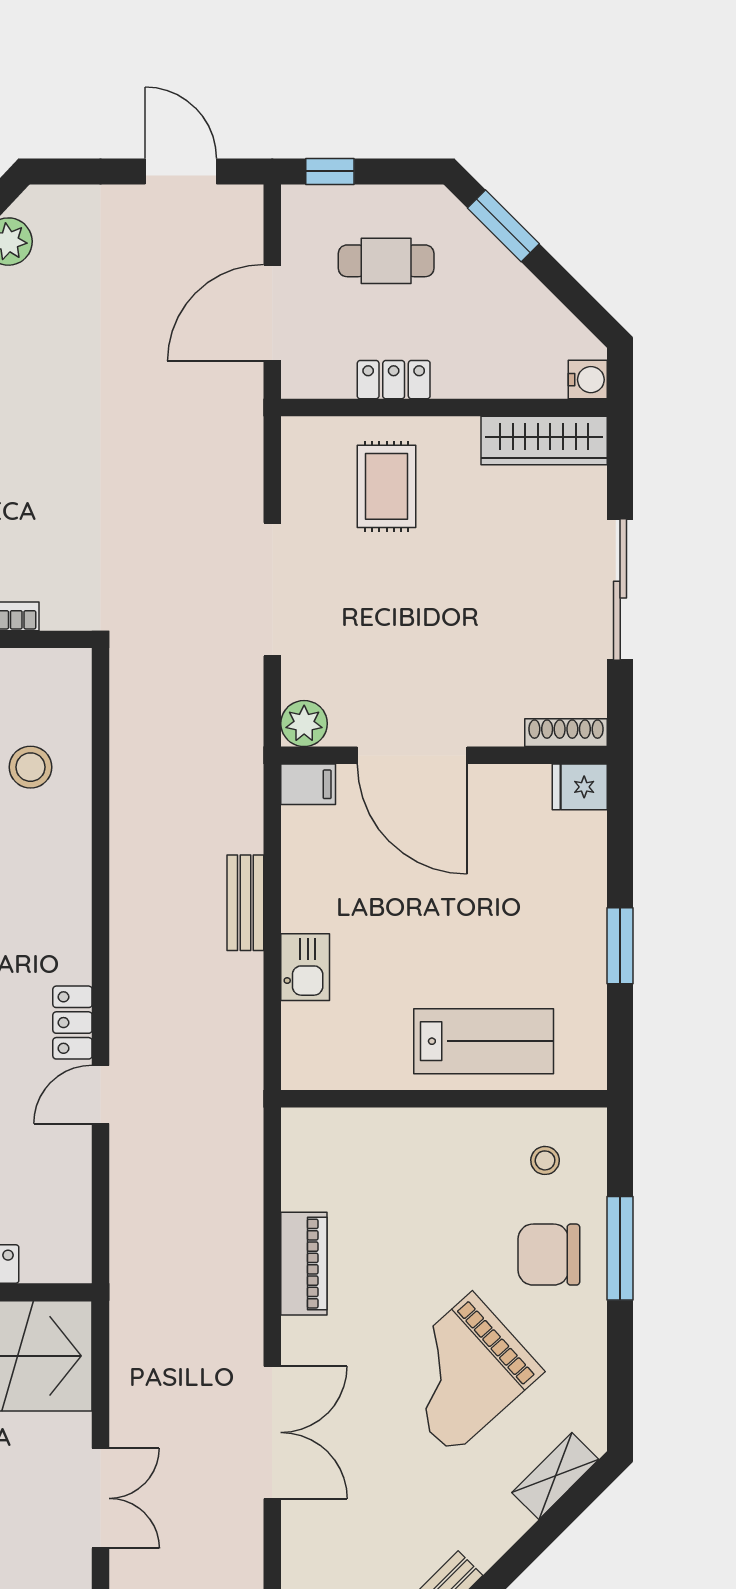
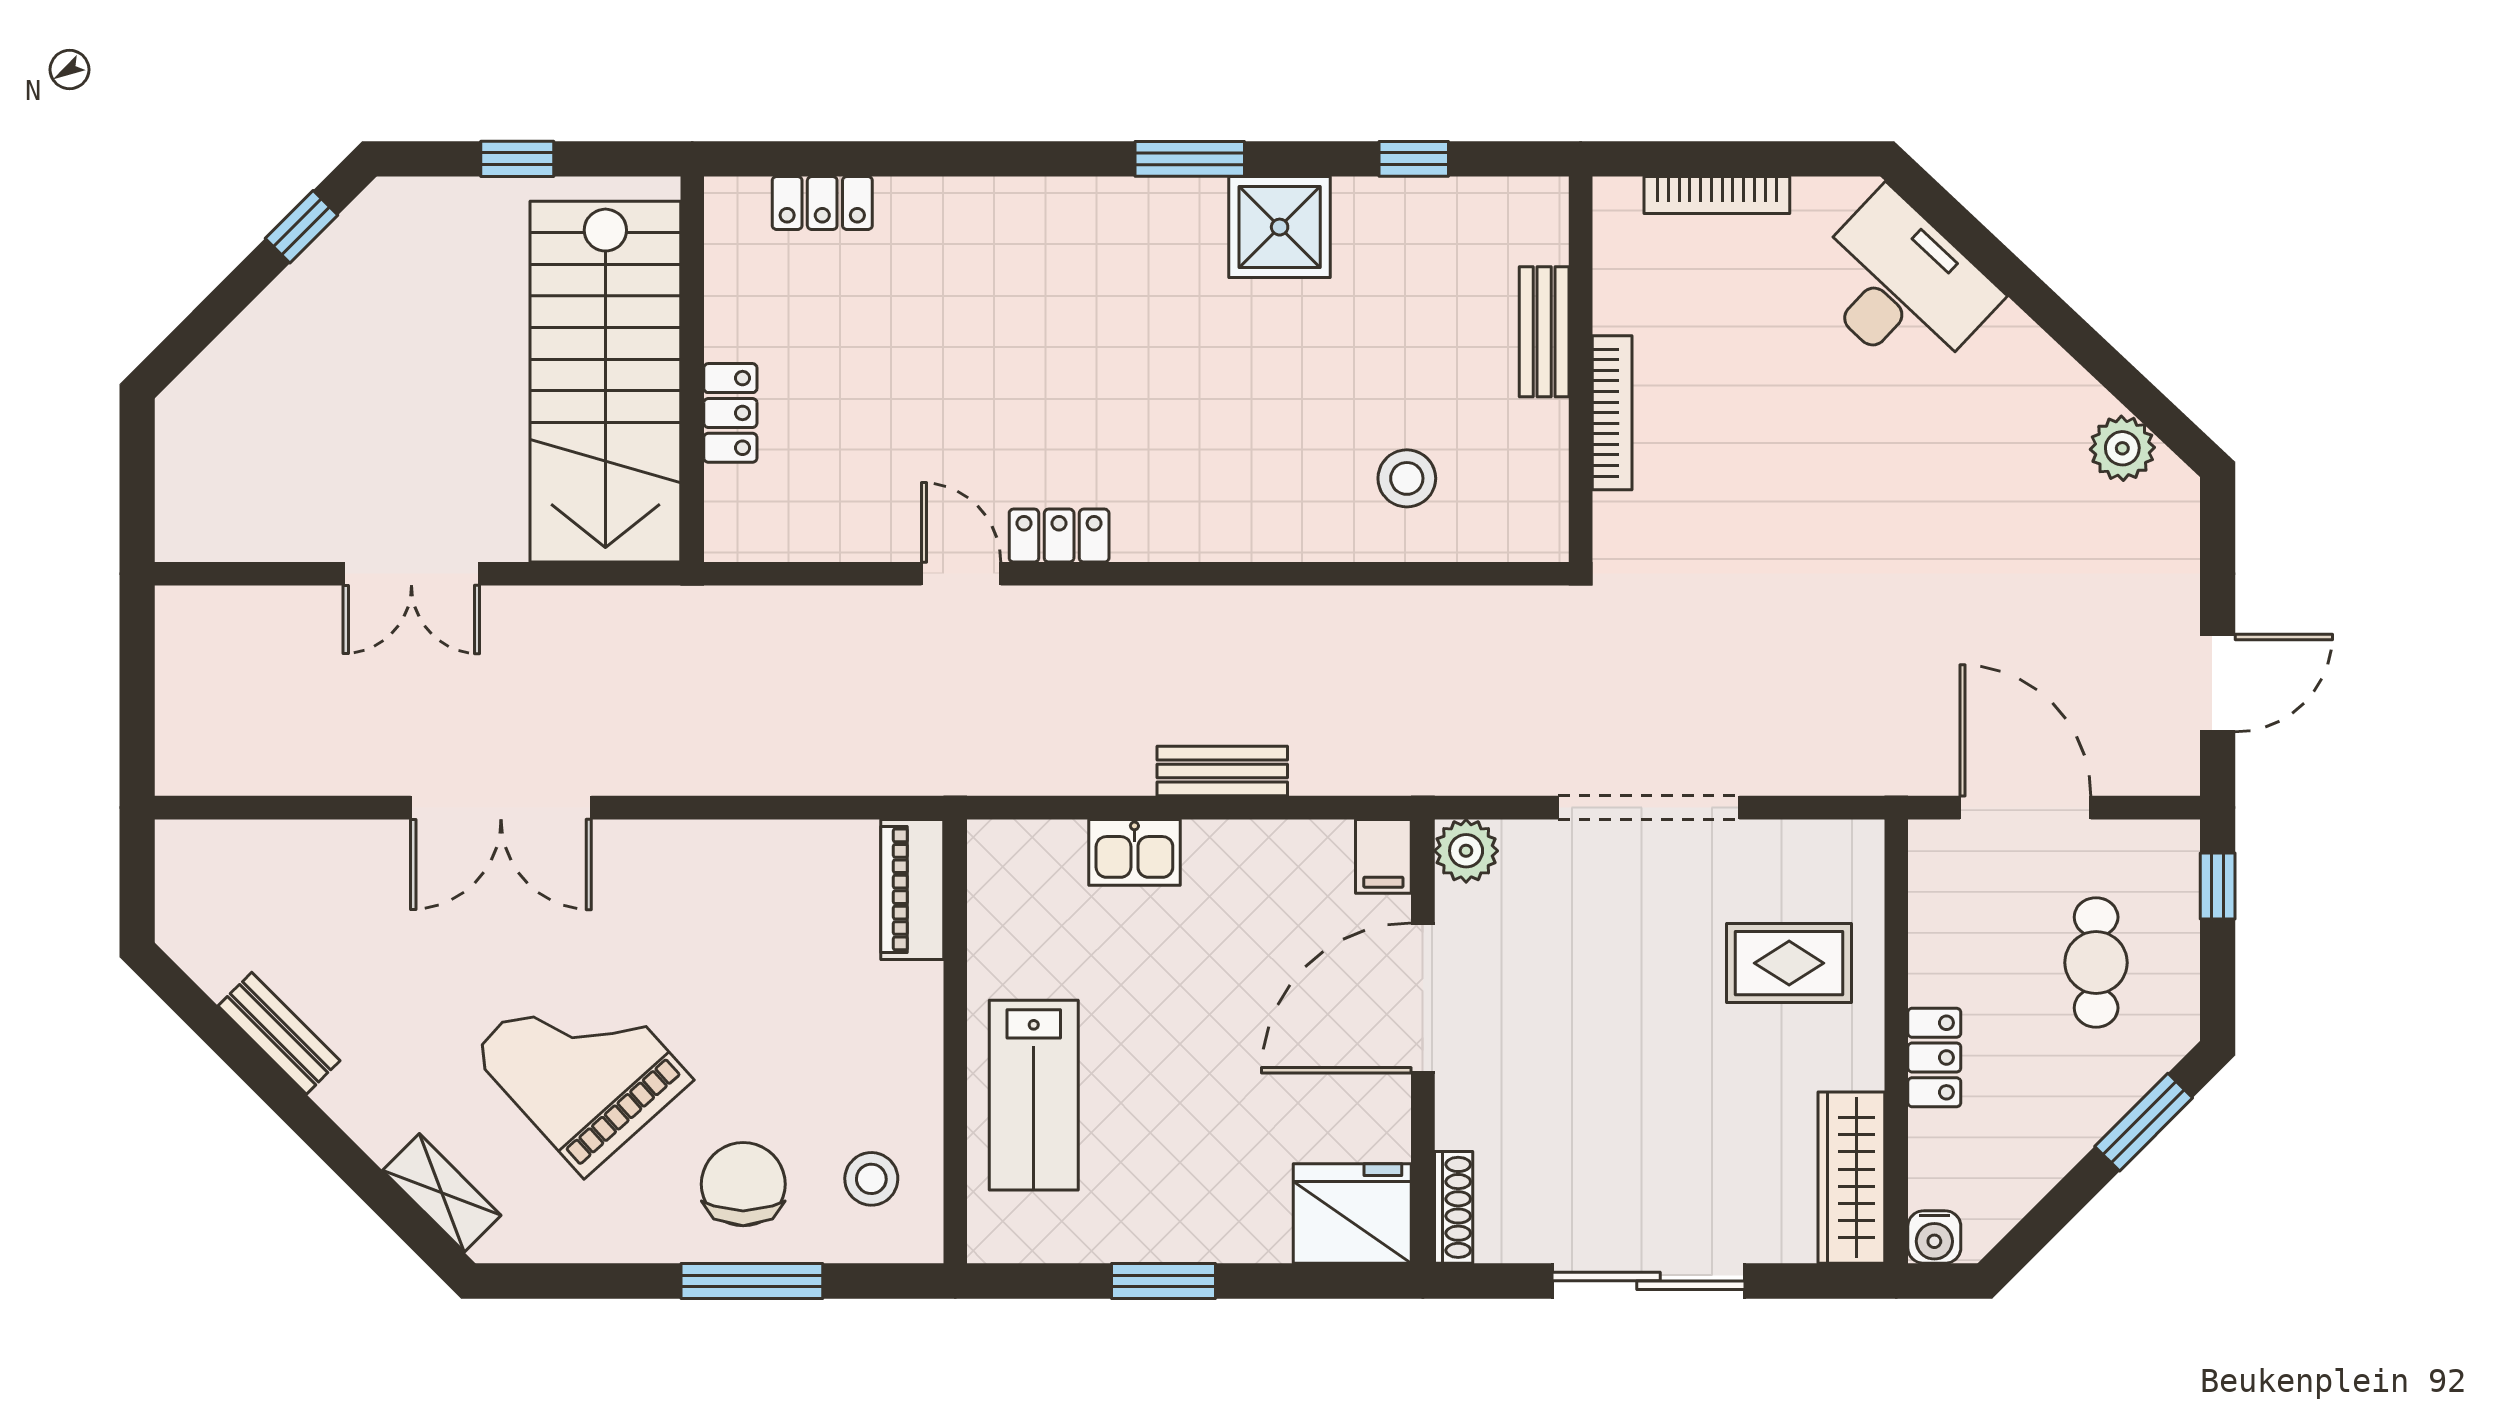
locker: (394, 380) -> (1934, 1058), moved
fridge: (580, 787) -> (1352, 1214), width x1.88, depth x1.34
stool: (545, 1160) -> (871, 1179), width x1.37, depth x1.37
piano: (304, 1264) -> (912, 889), moved, turned 90

